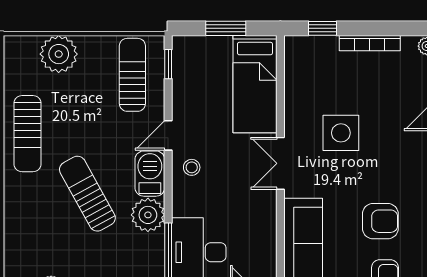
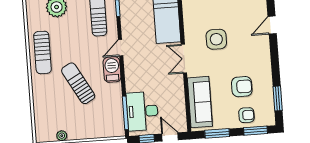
stool: (192, 167) -> (135, 64), removed
plant: (148, 215) -> (113, 93), removed

